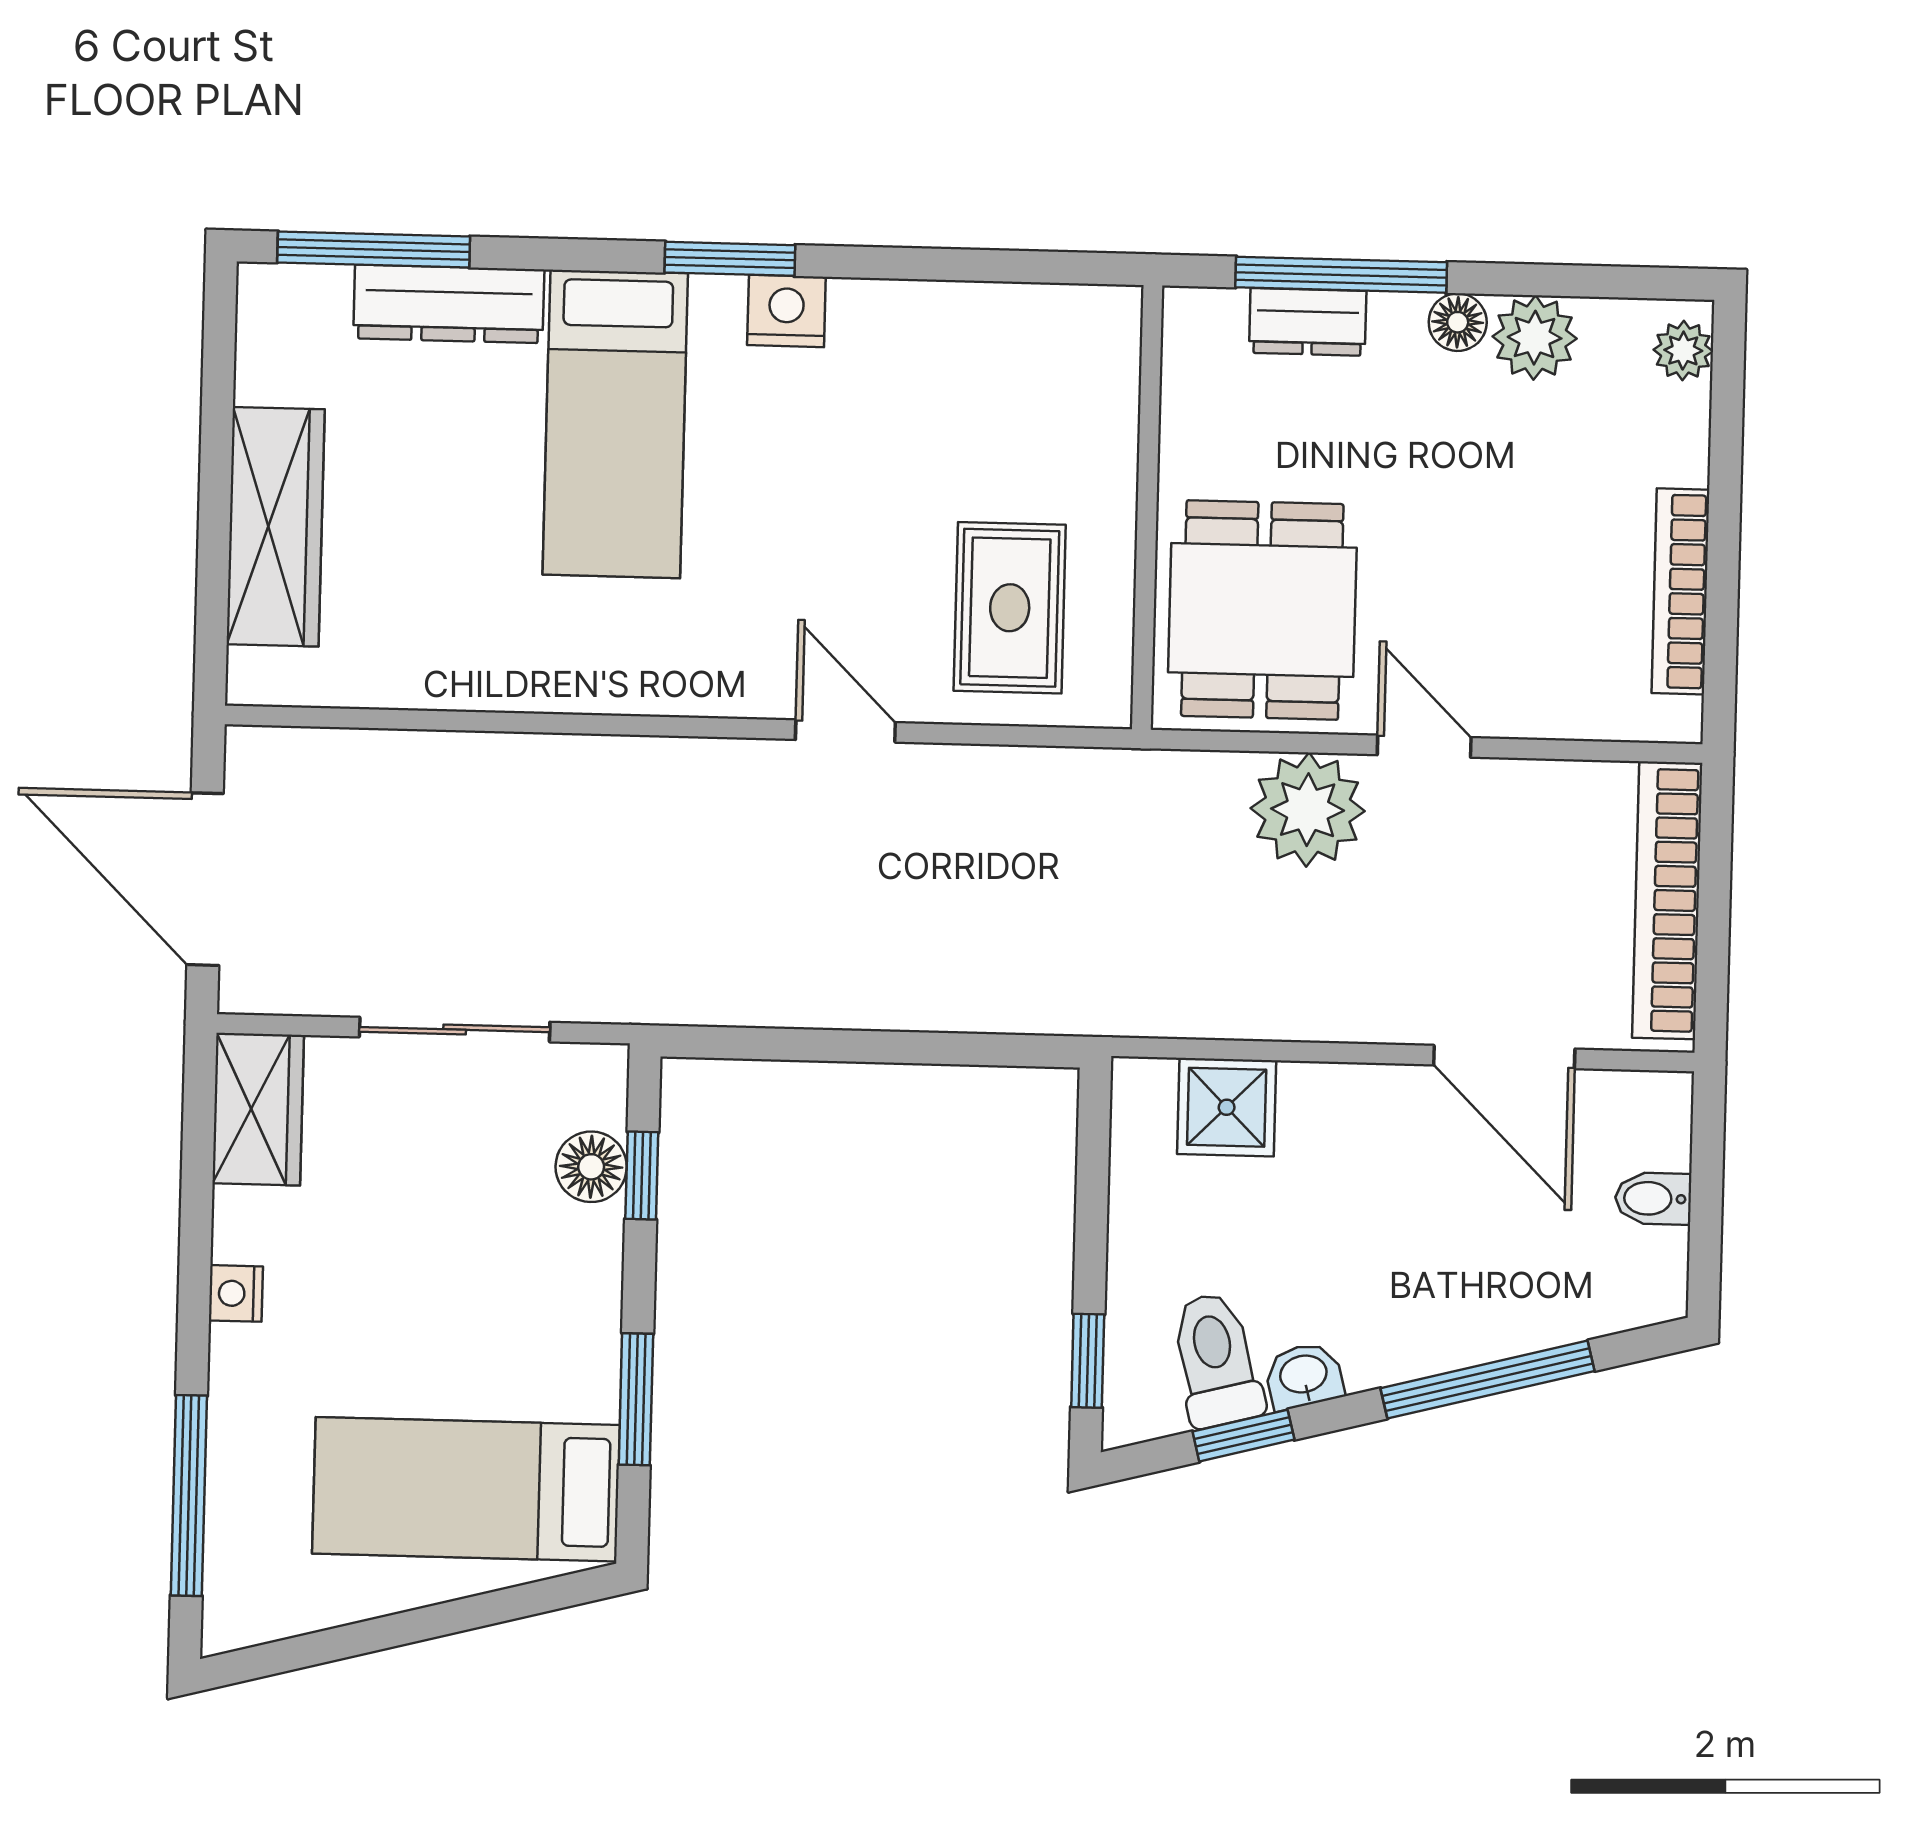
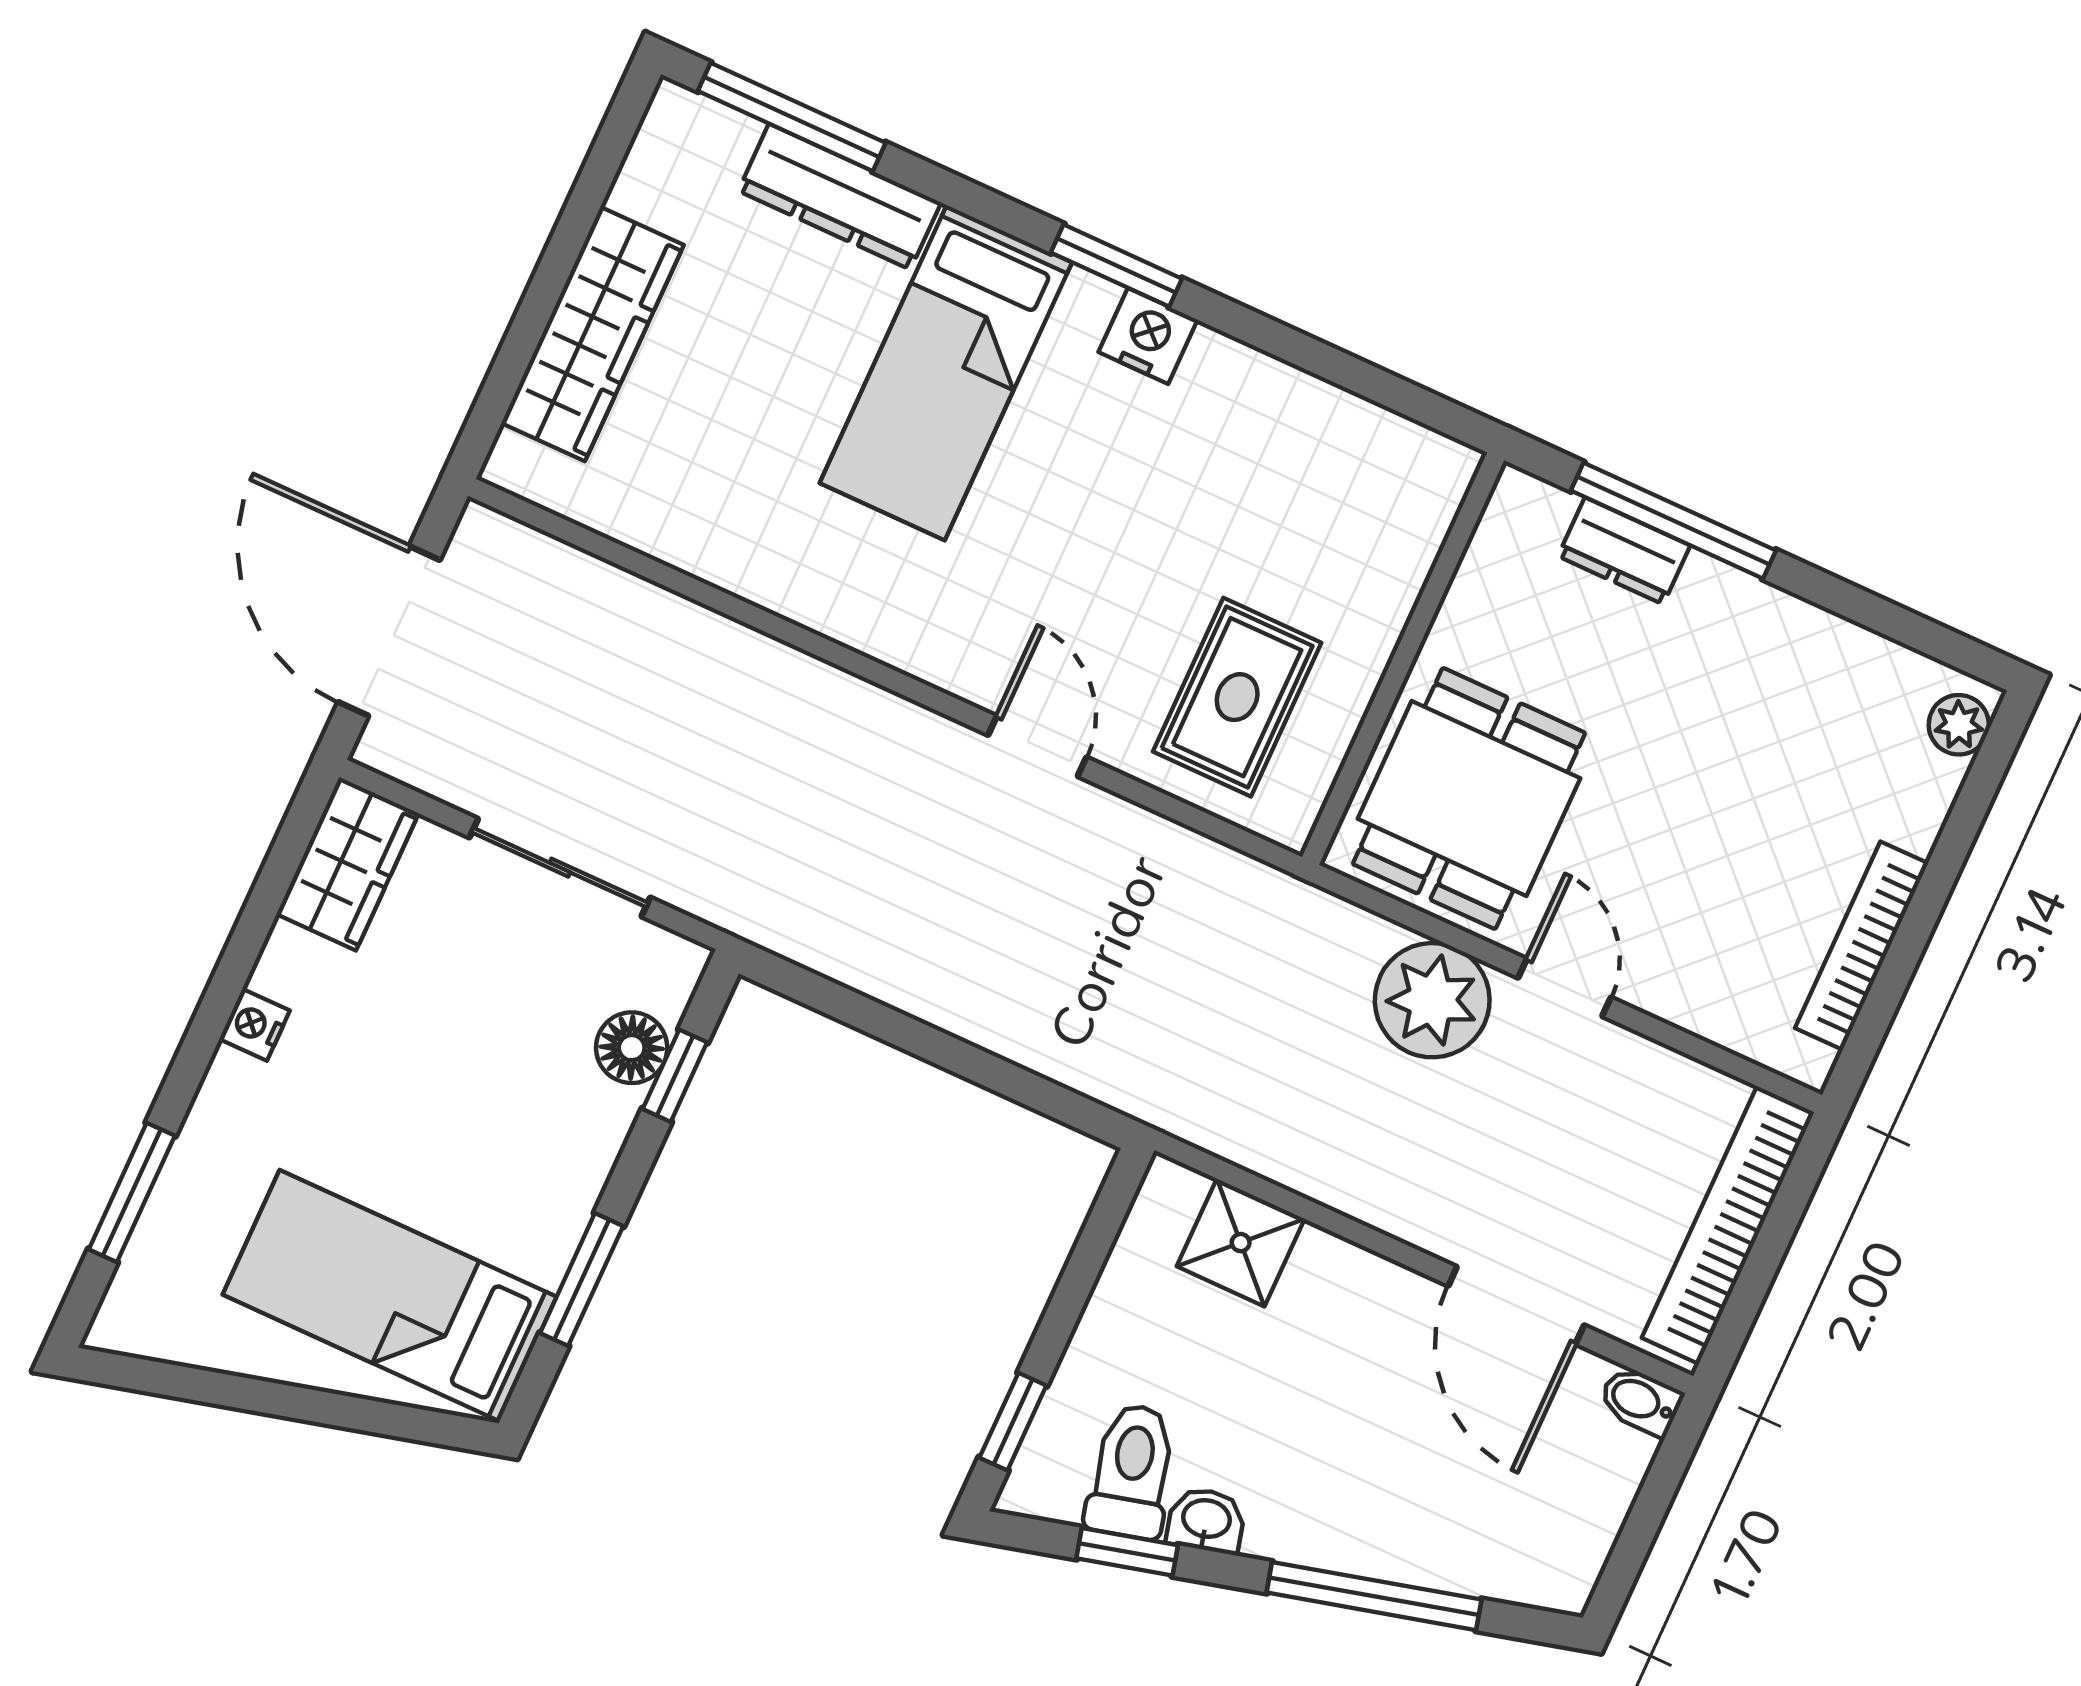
floor lamp: (1458, 322) -> (1762, 610), removed
plant: (1535, 338) -> (1827, 654), removed
bidet: (1653, 1198) -> (1641, 1401), moved
window: (189, 1496) -> (132, 1192), width x0.69

